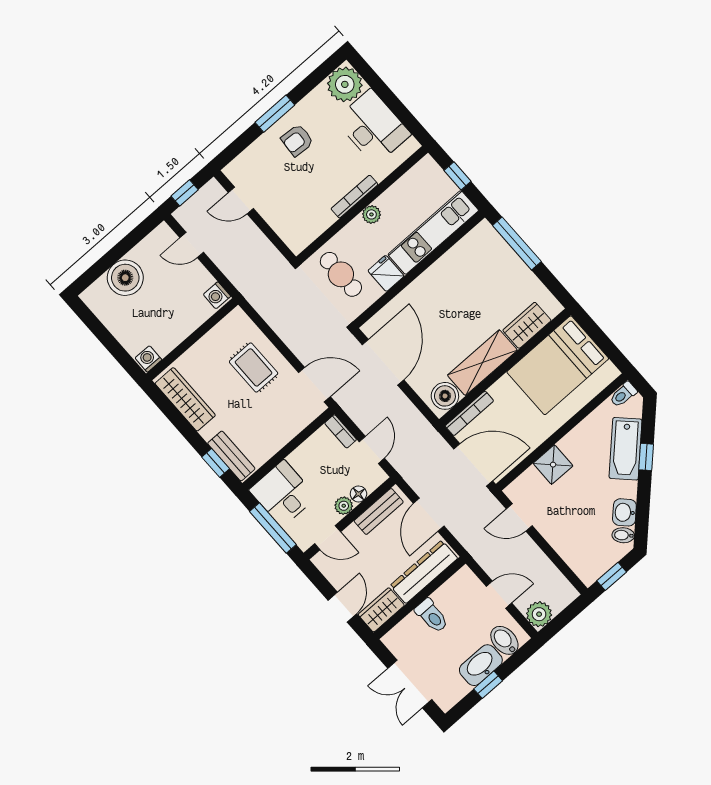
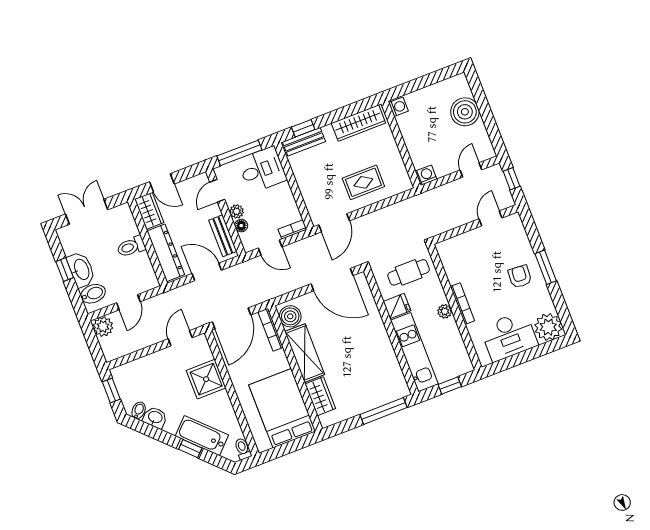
shower: (553, 465) -> (206, 379), width x1.36, depth x1.36

